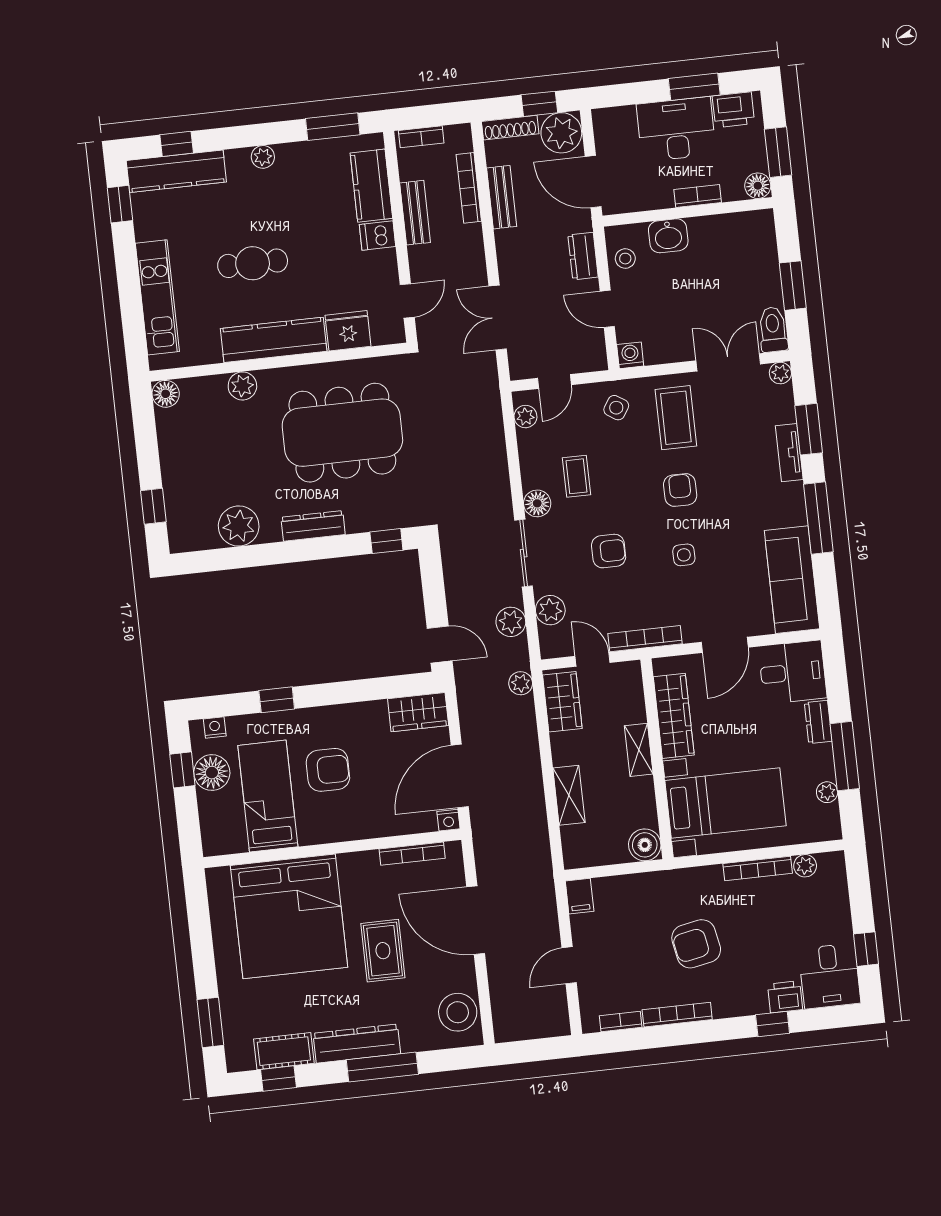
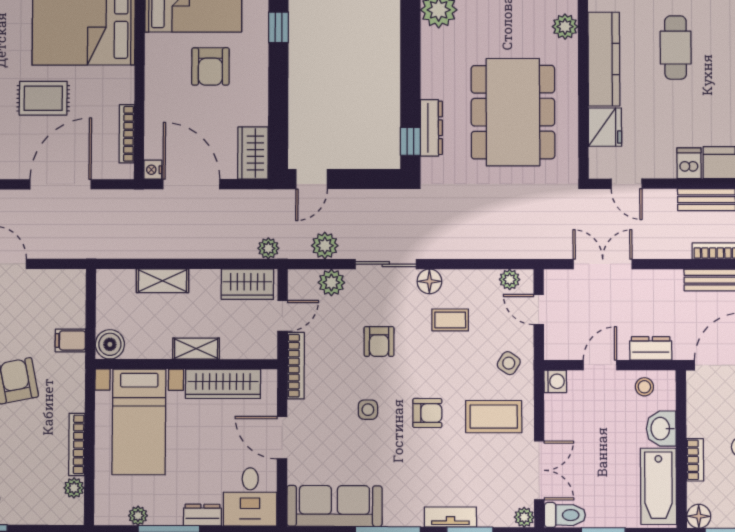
bathtub: (731, 232) -> (658, 486), added
dresser: (313, 526) -> (431, 128), moved
filing cabinet: (580, 896) -> (70, 340), moved

